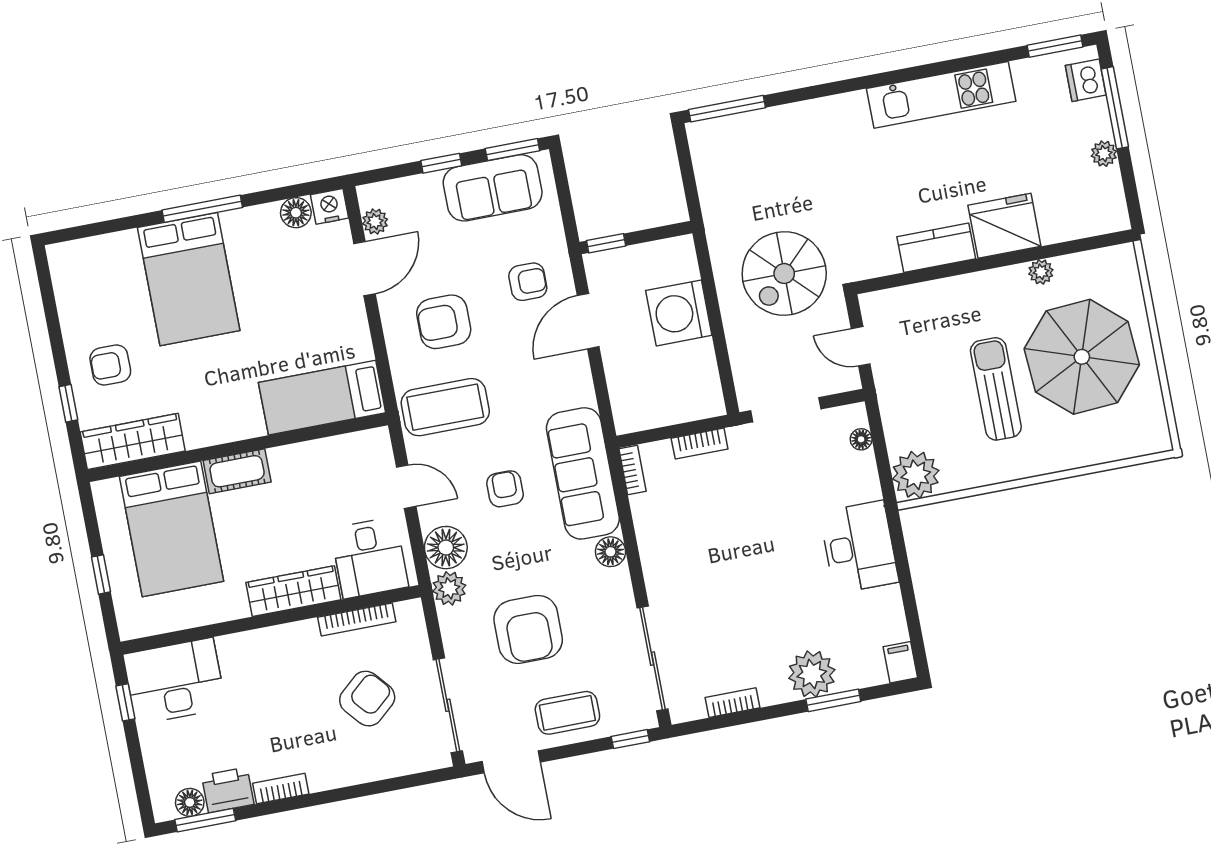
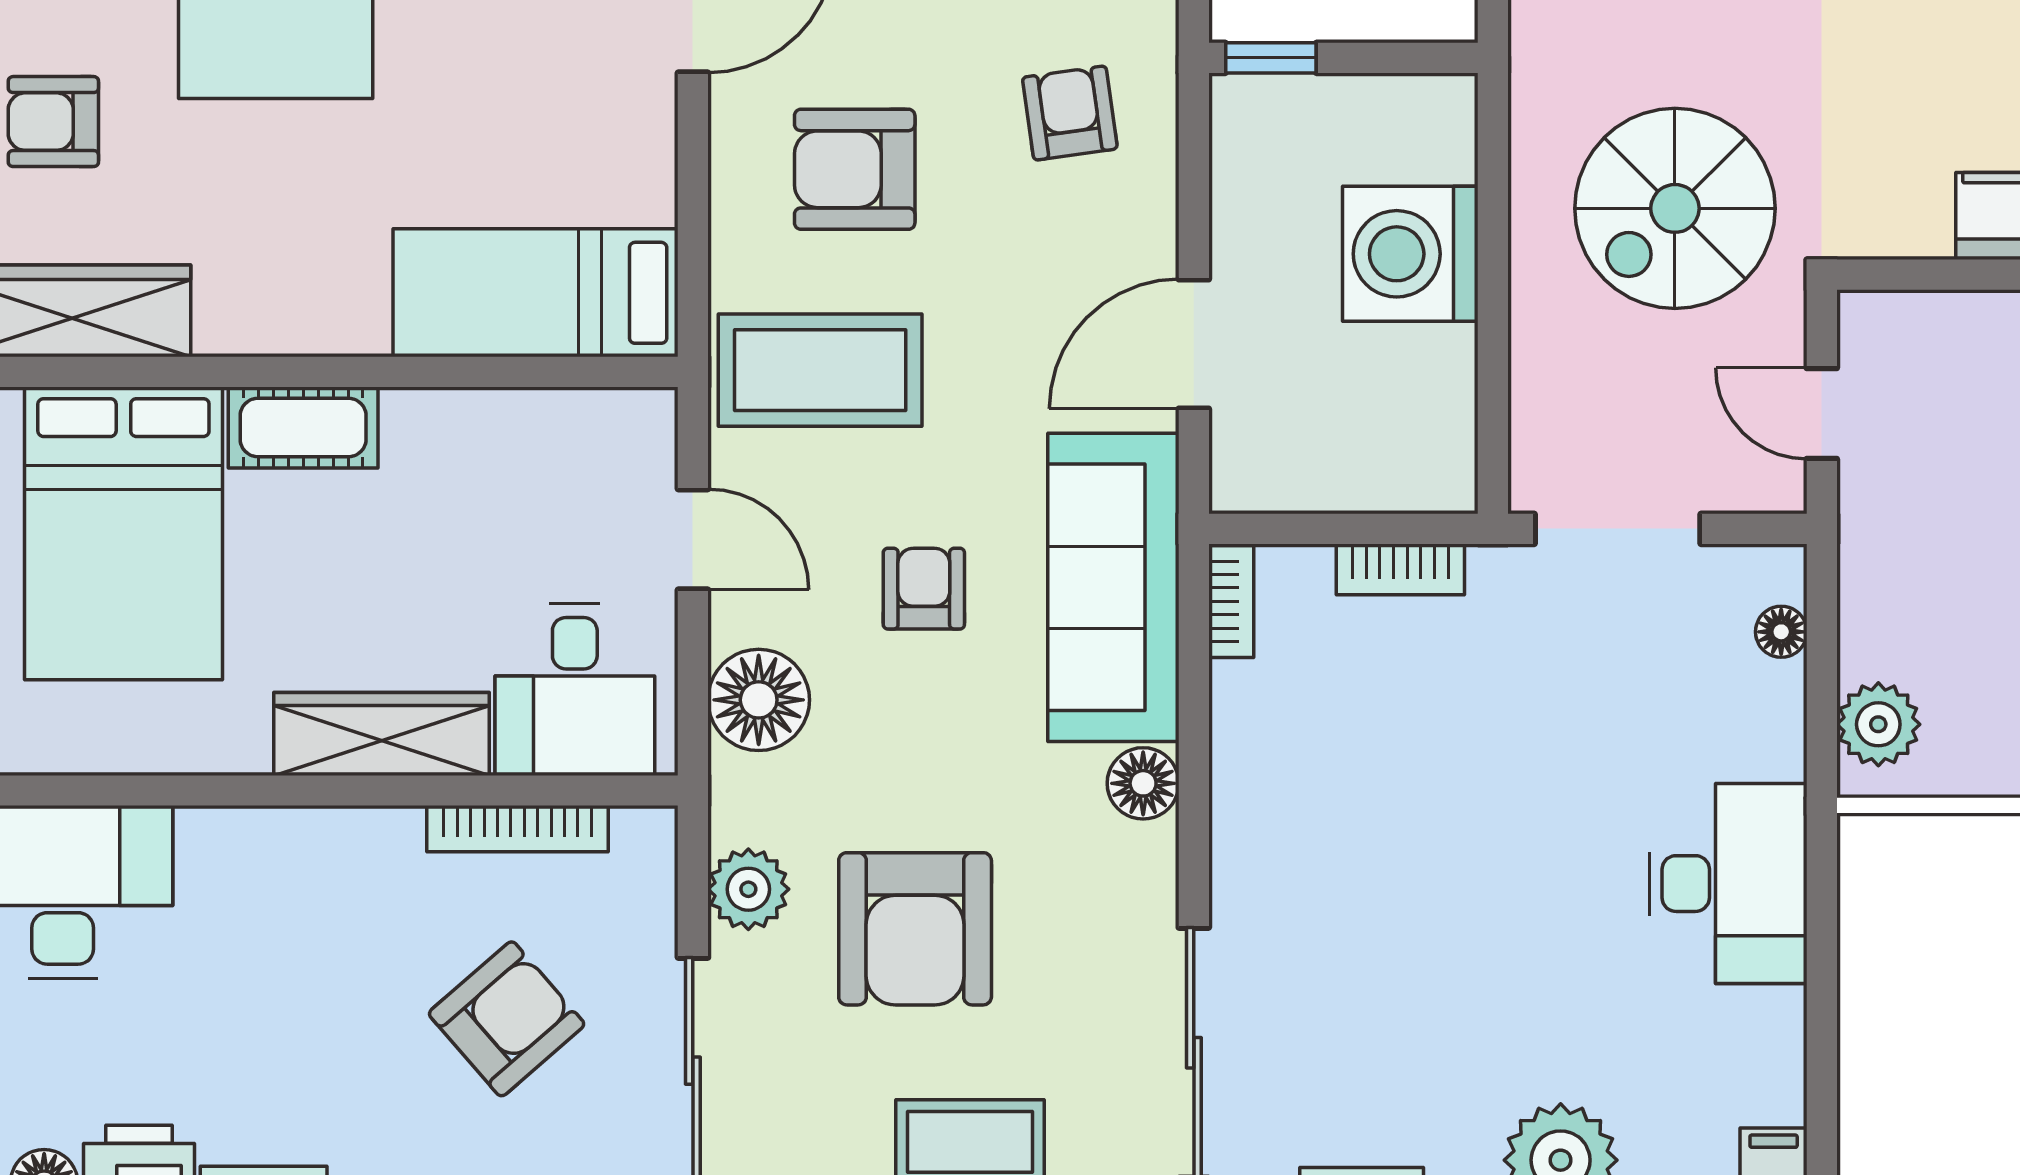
armchair: (528, 282) -> (1070, 113), turned -98
door: (588, 321) -> (1194, 344), moved
plant: (916, 475) -> (1878, 724), width x0.73, depth x0.73
plant: (449, 588) -> (748, 889), moved

